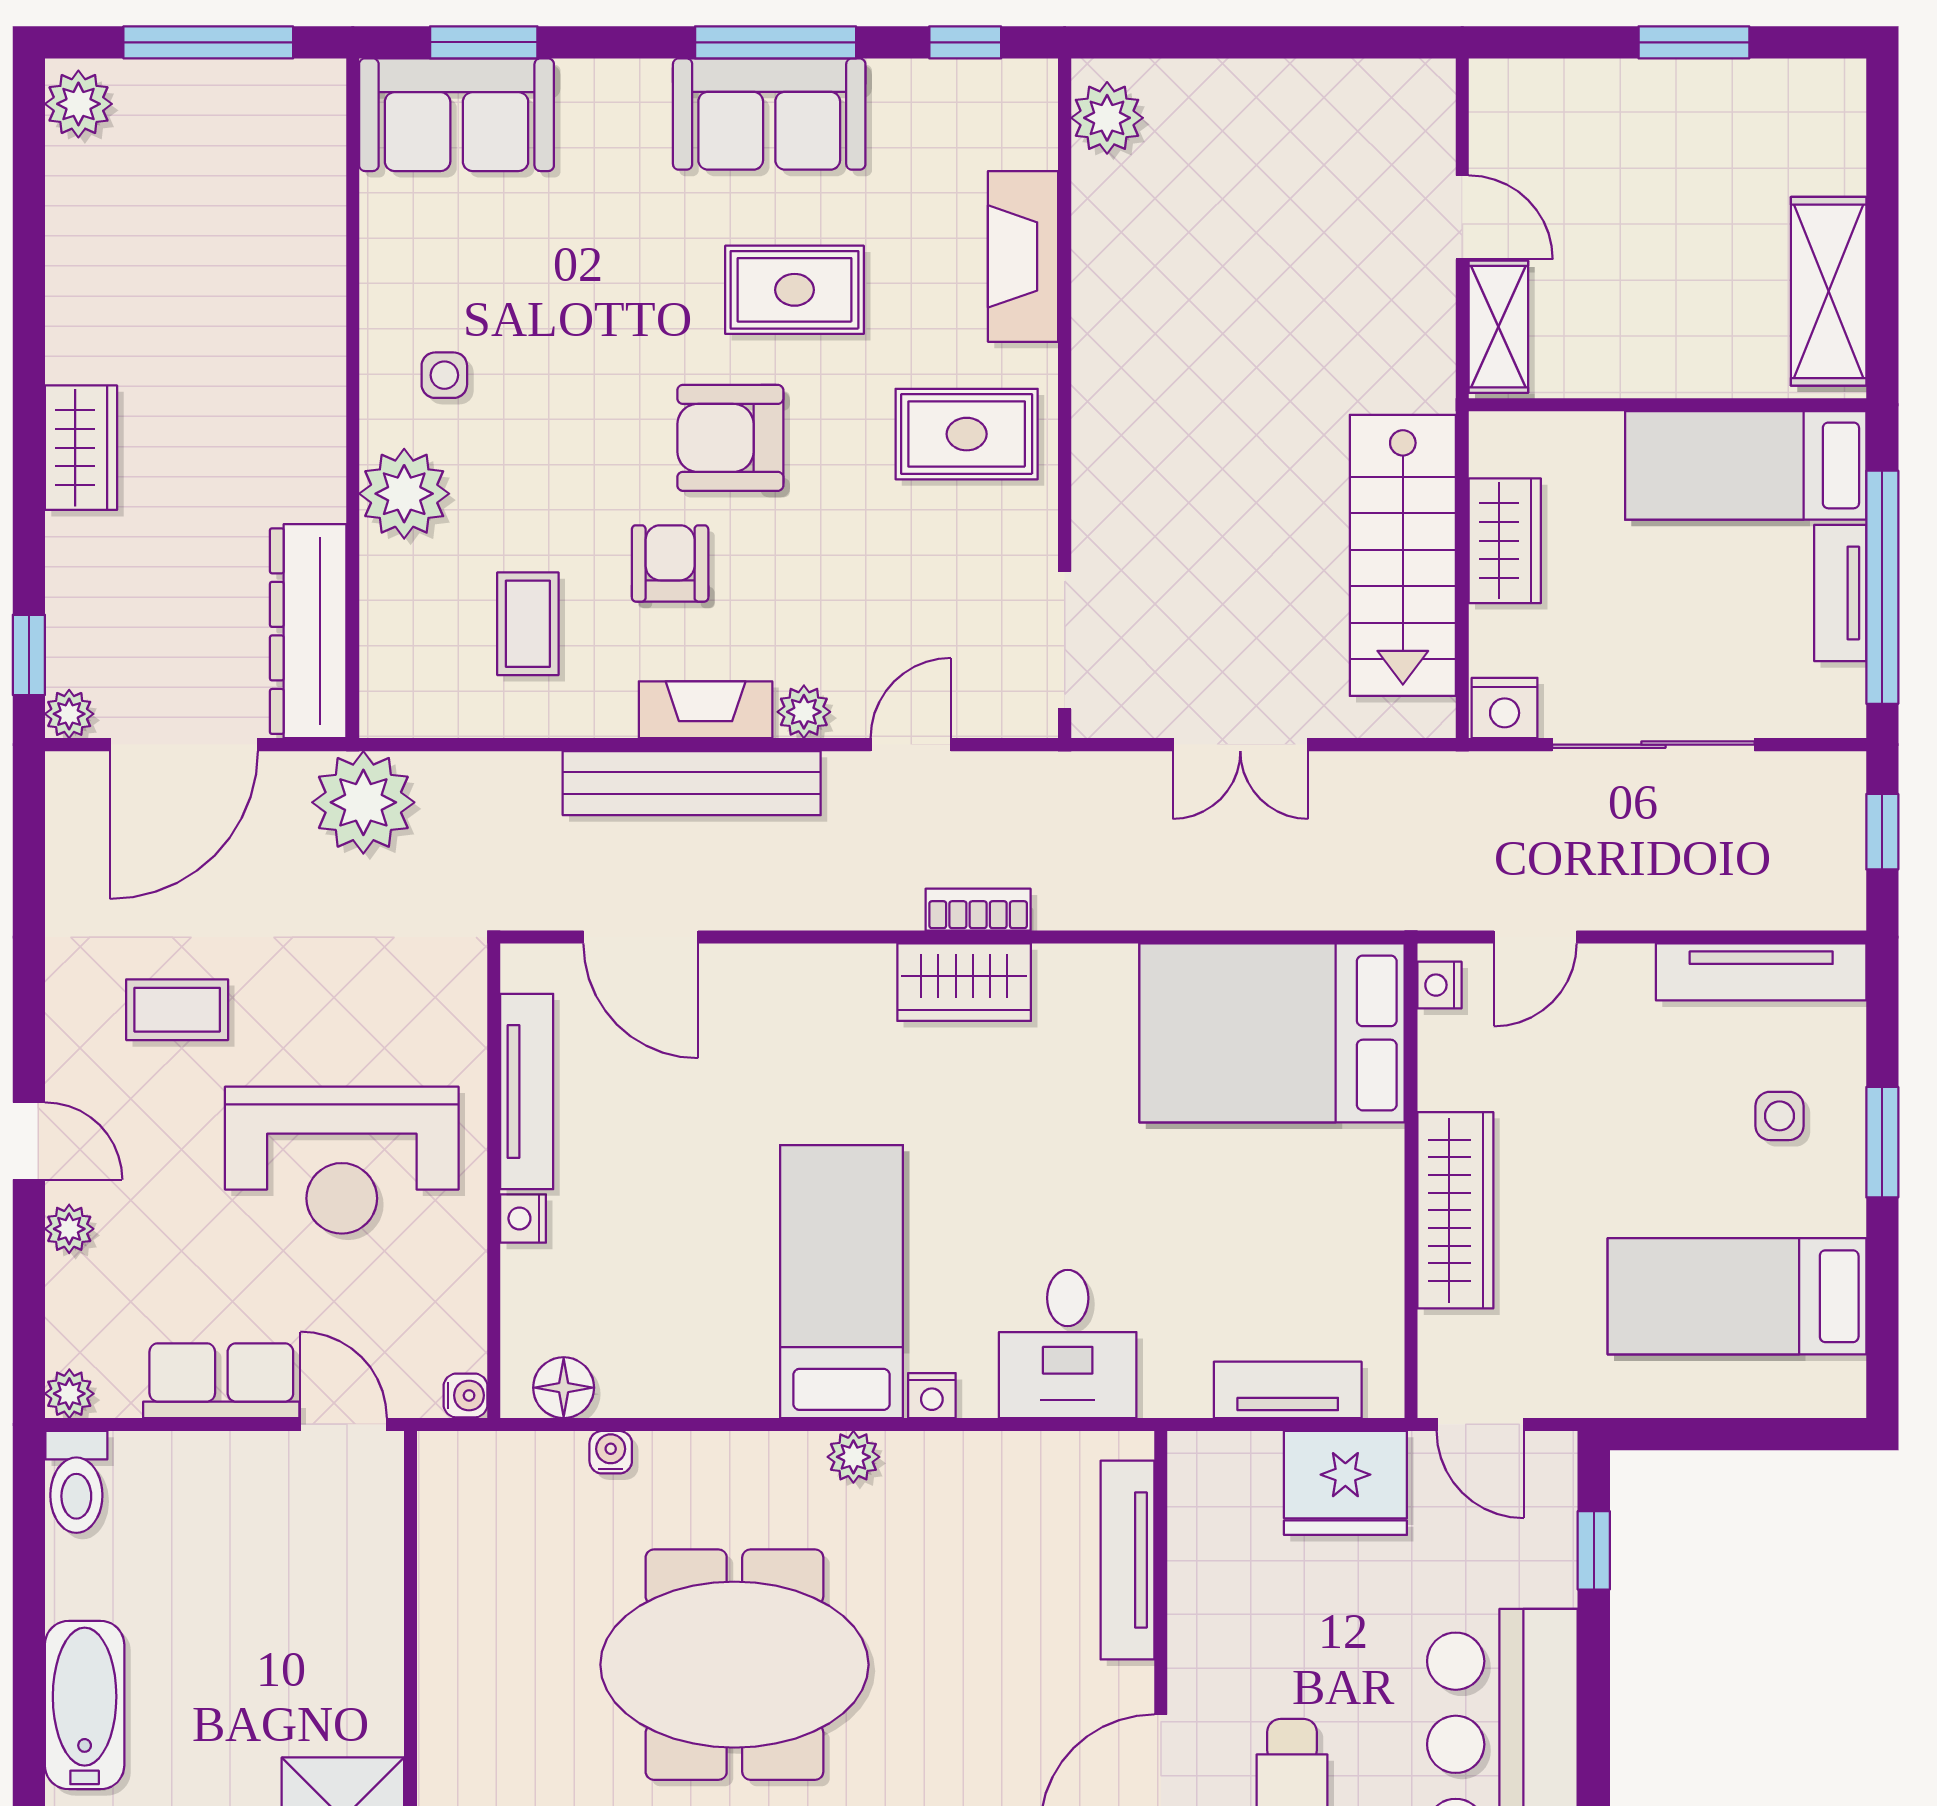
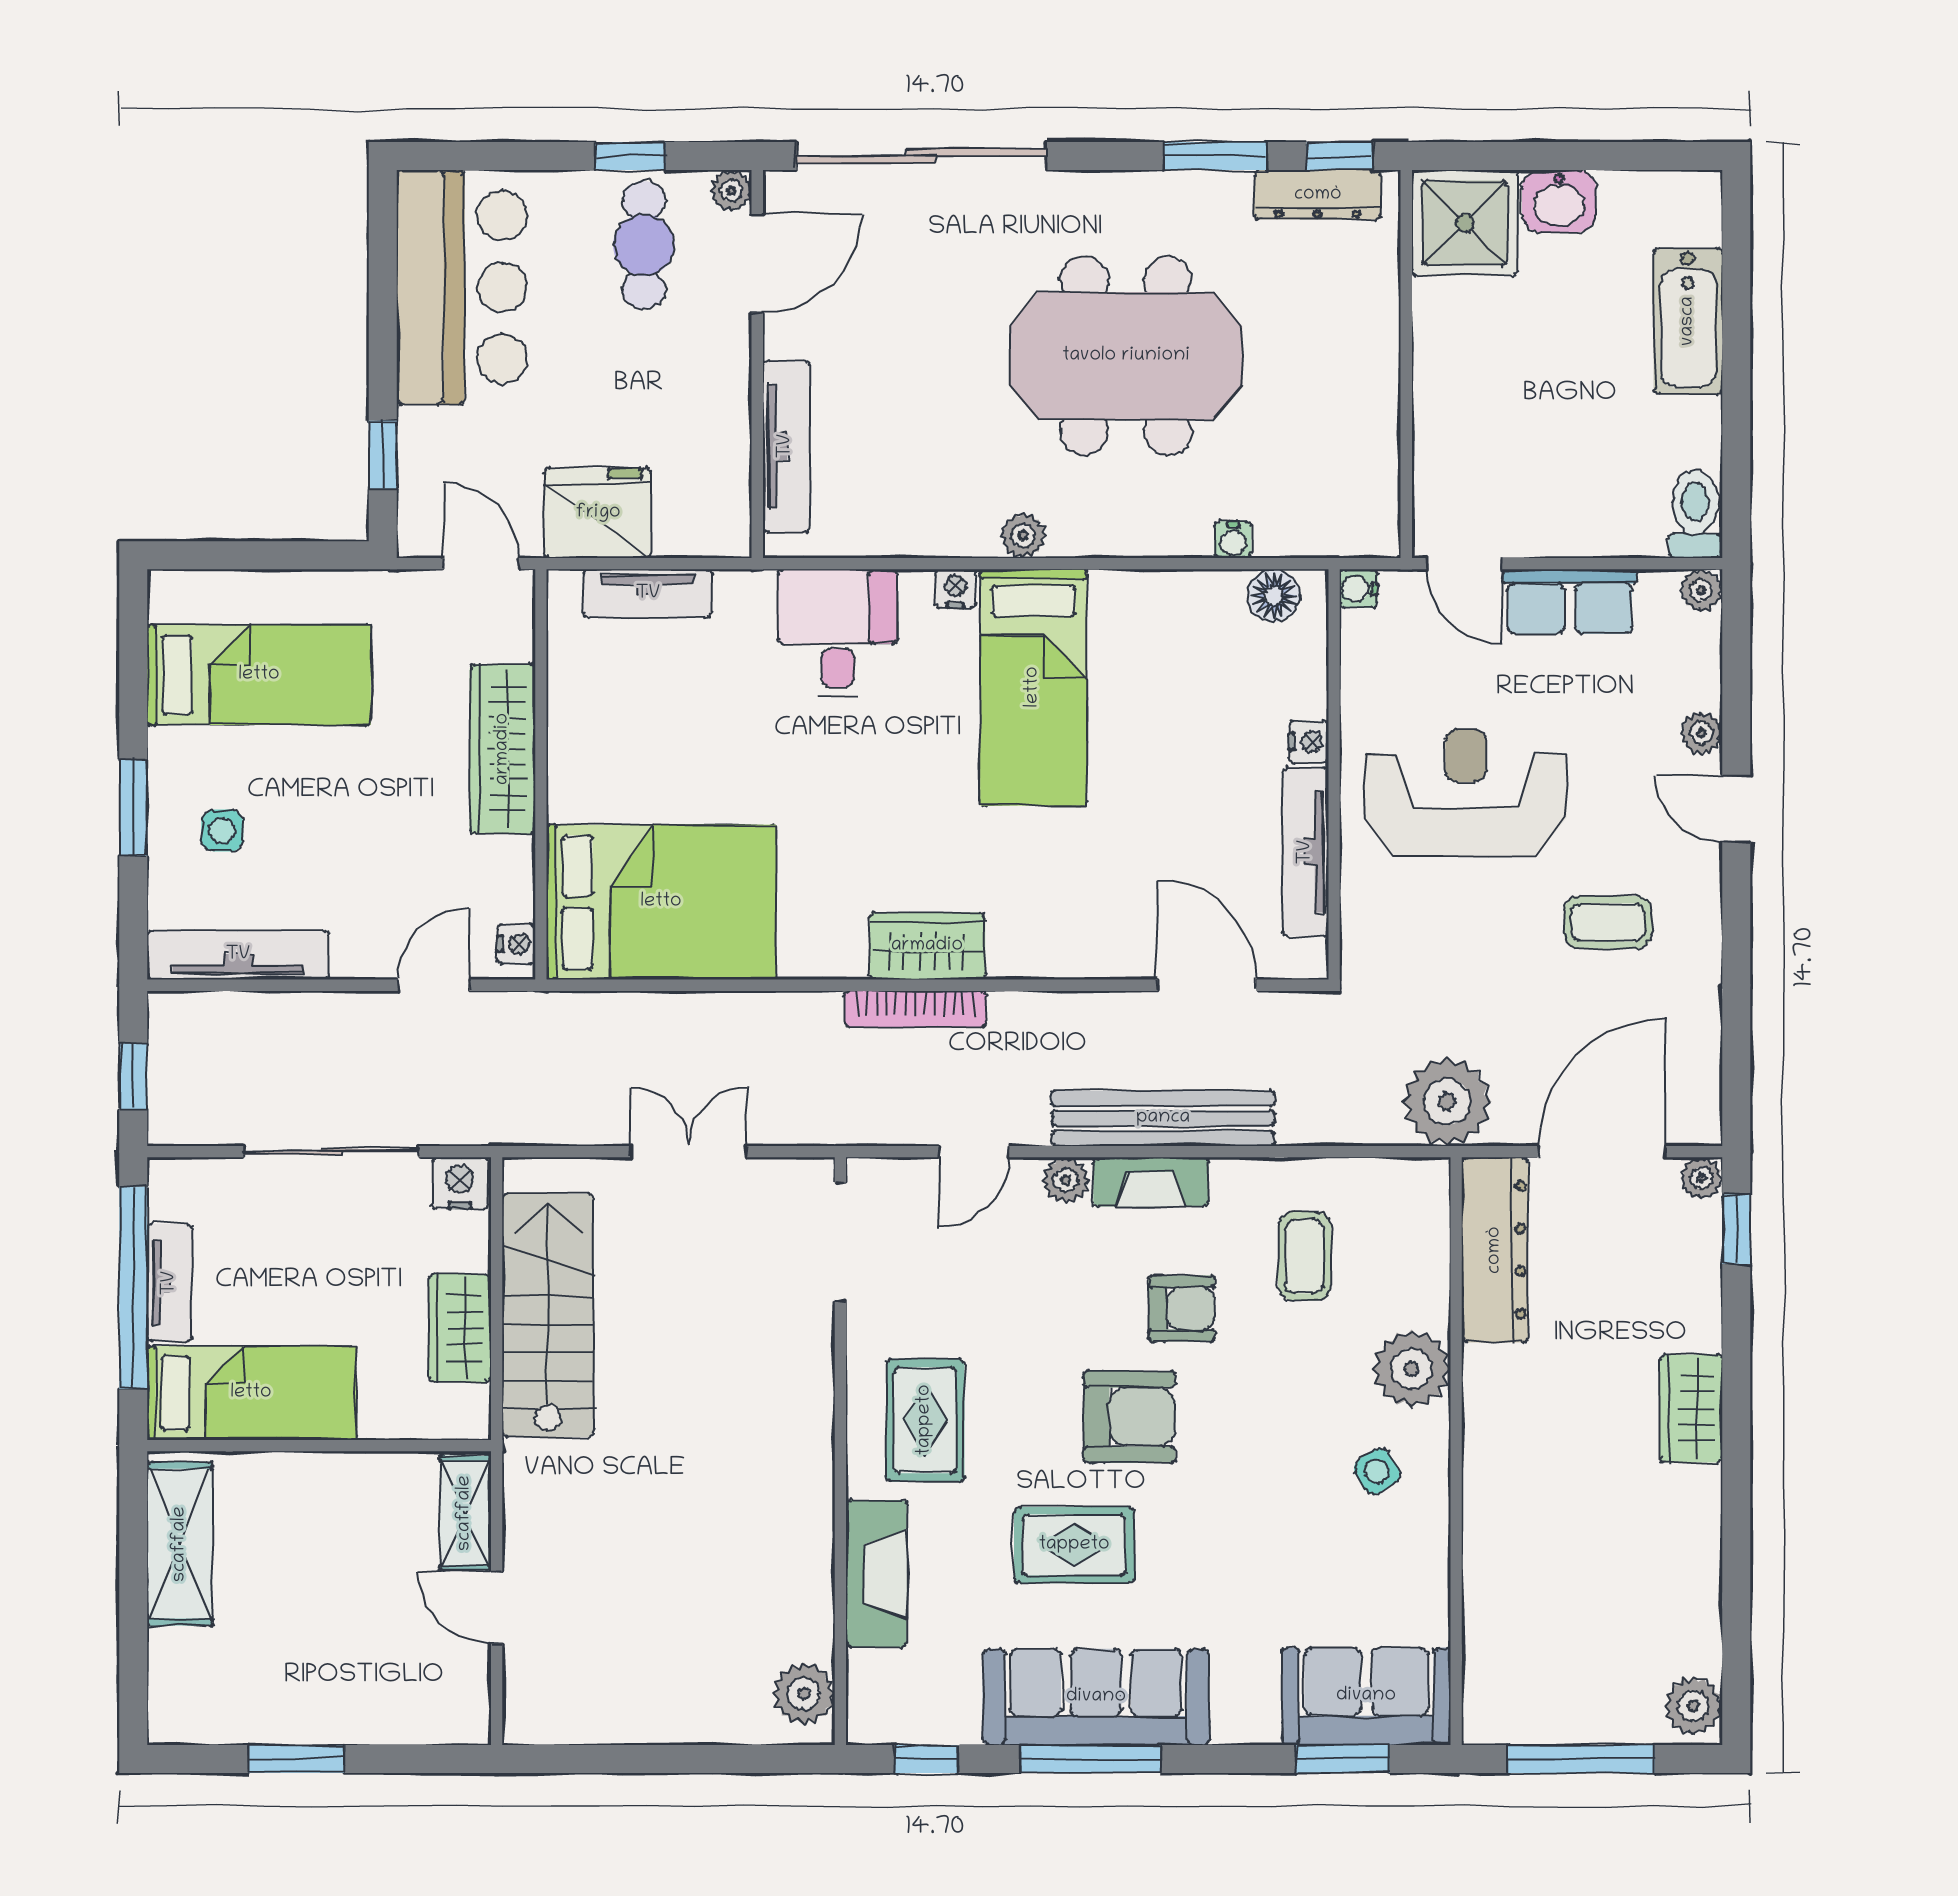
sofa: (769, 114) -> (1096, 1697), width x1.36
side table: (444, 375) -> (1377, 1471), turned -32
rug: (967, 434) -> (925, 1420), turned 90
armchair: (670, 563) -> (1182, 1308), turned -90
bookcase: (978, 910) -> (915, 1009), width x1.56

